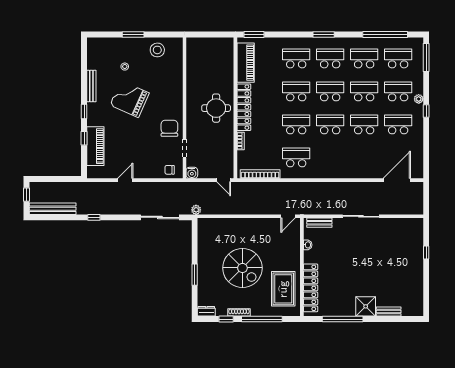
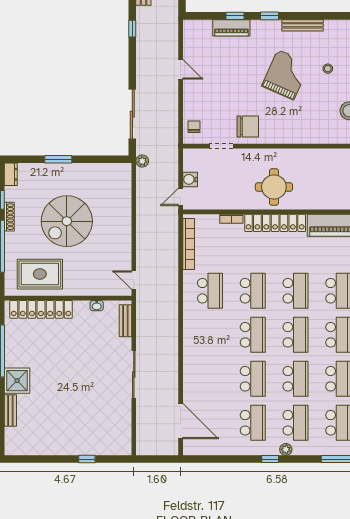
piano: (95, 146) -> (231, 28), width x0.73, depth x0.75
water cooler: (192, 173) -> (190, 179), moved

